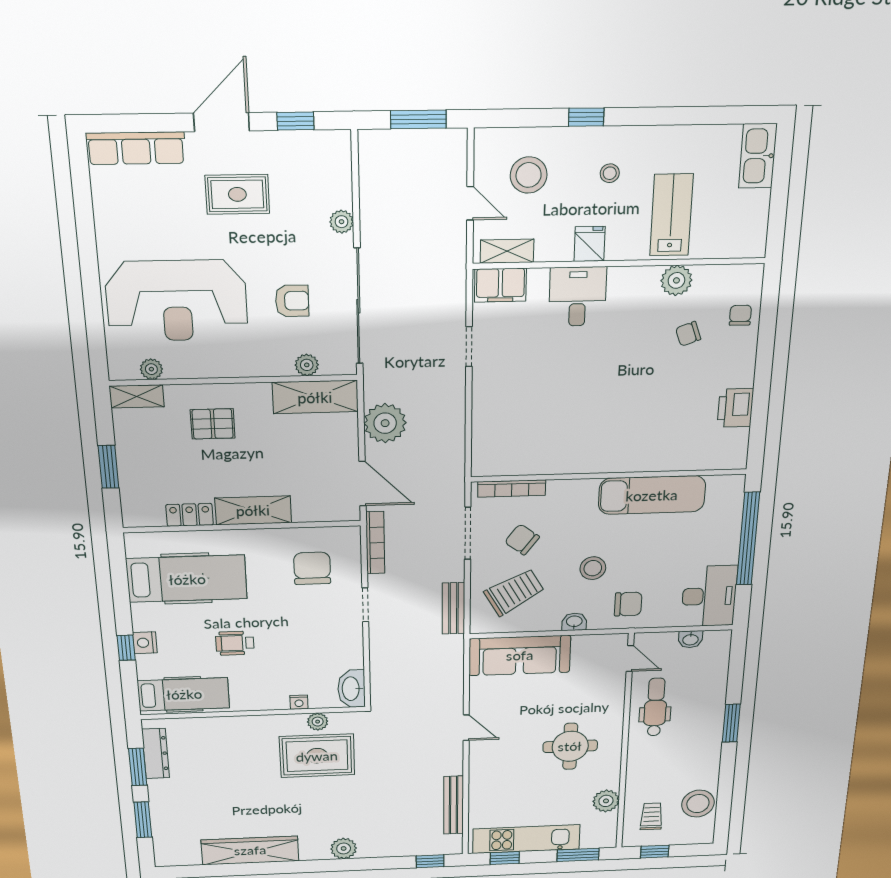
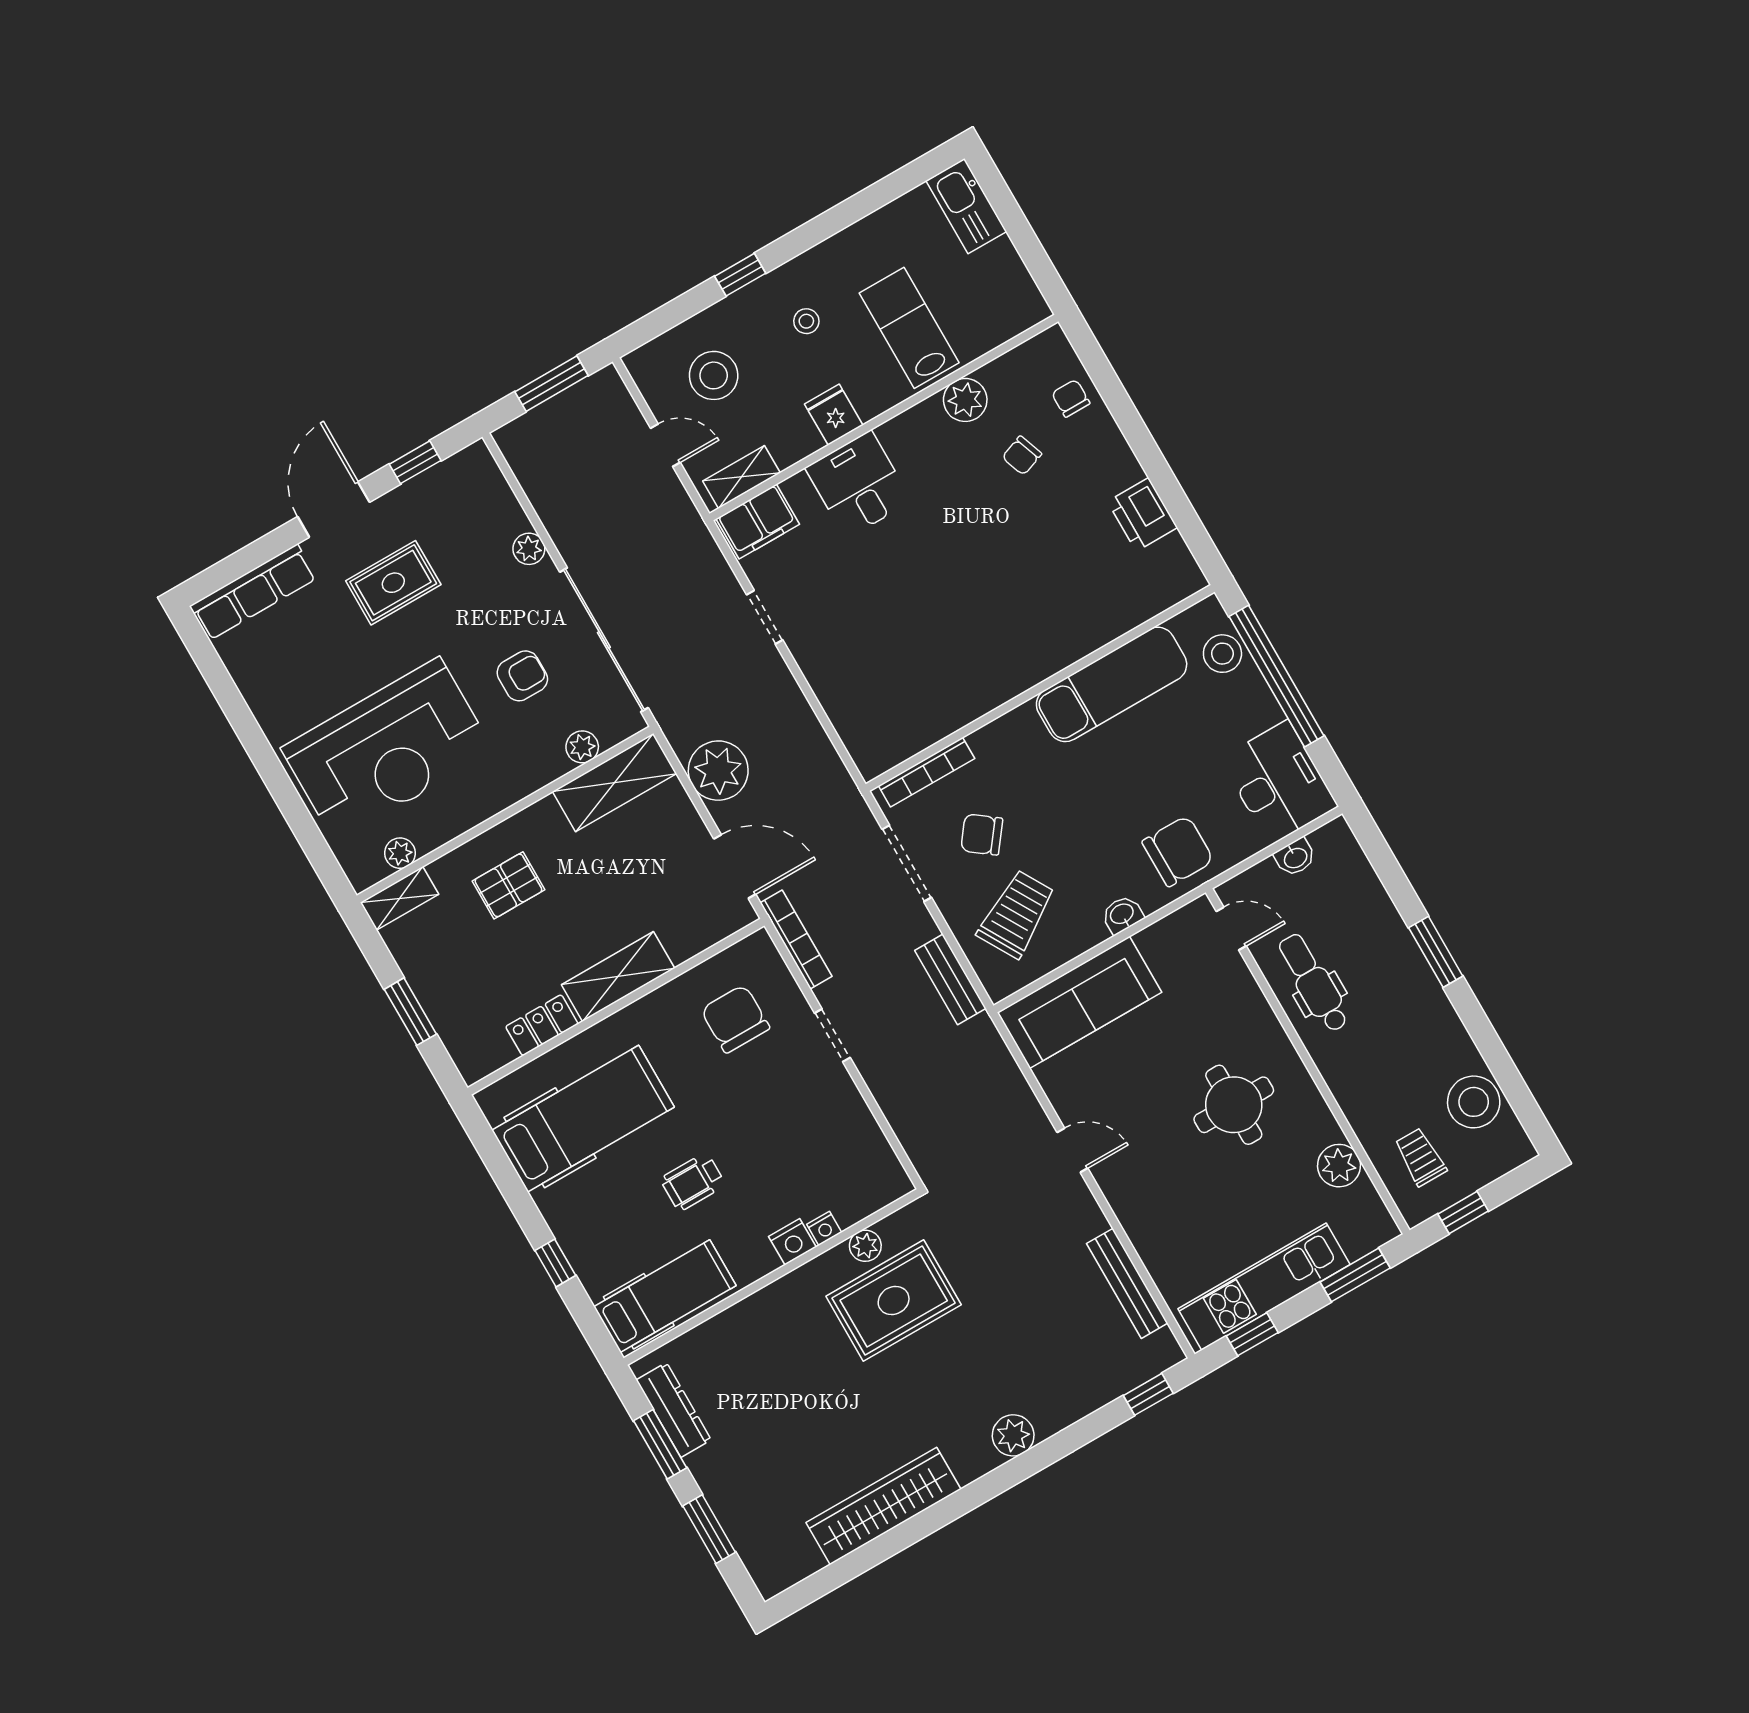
stool: (593, 568) -> (1222, 654), moved
chair: (628, 604) -> (1178, 851), width x1.37, depth x1.37
nightstand: (145, 643) -> (792, 1242), moved, turned -90
washbasin: (351, 689) -> (883, 1171), removed

